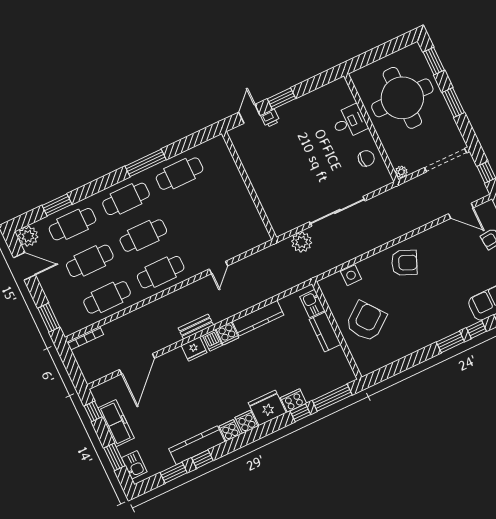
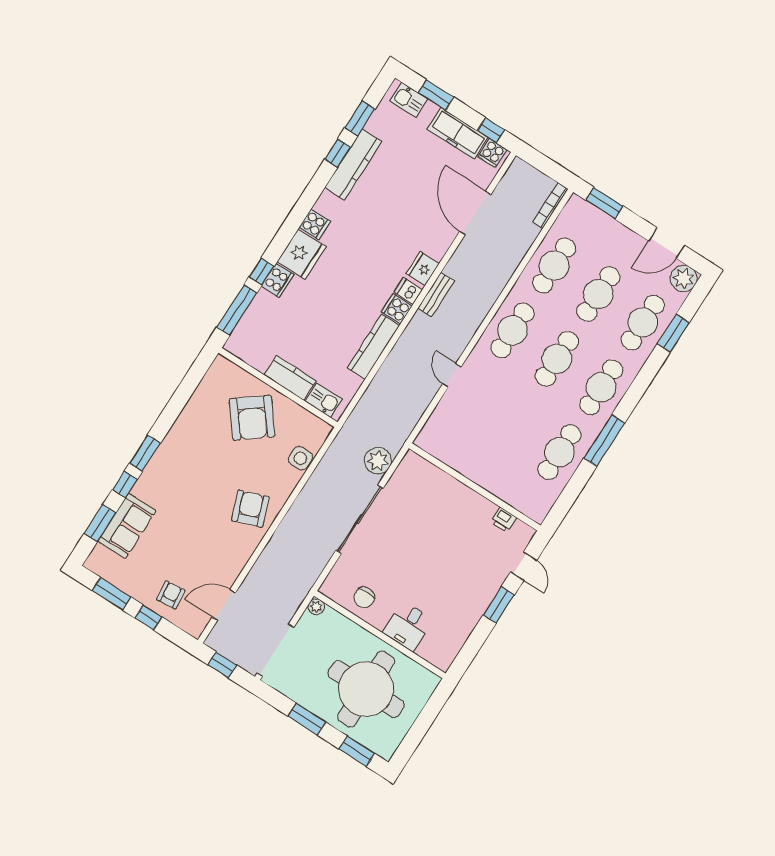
printer: (270, 118) -> (504, 520), moved, turned -90
armchair: (404, 263) -> (250, 509), turned 137
cooker: (230, 430) -> (492, 153), moved, turned 90

